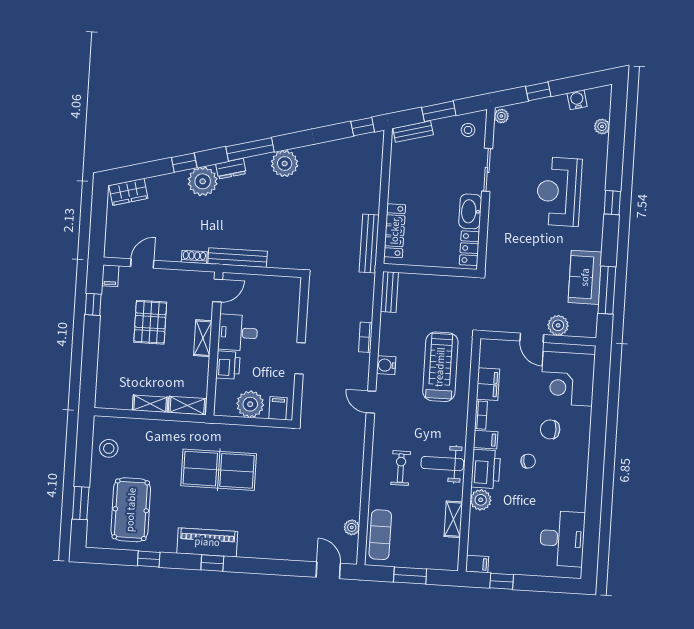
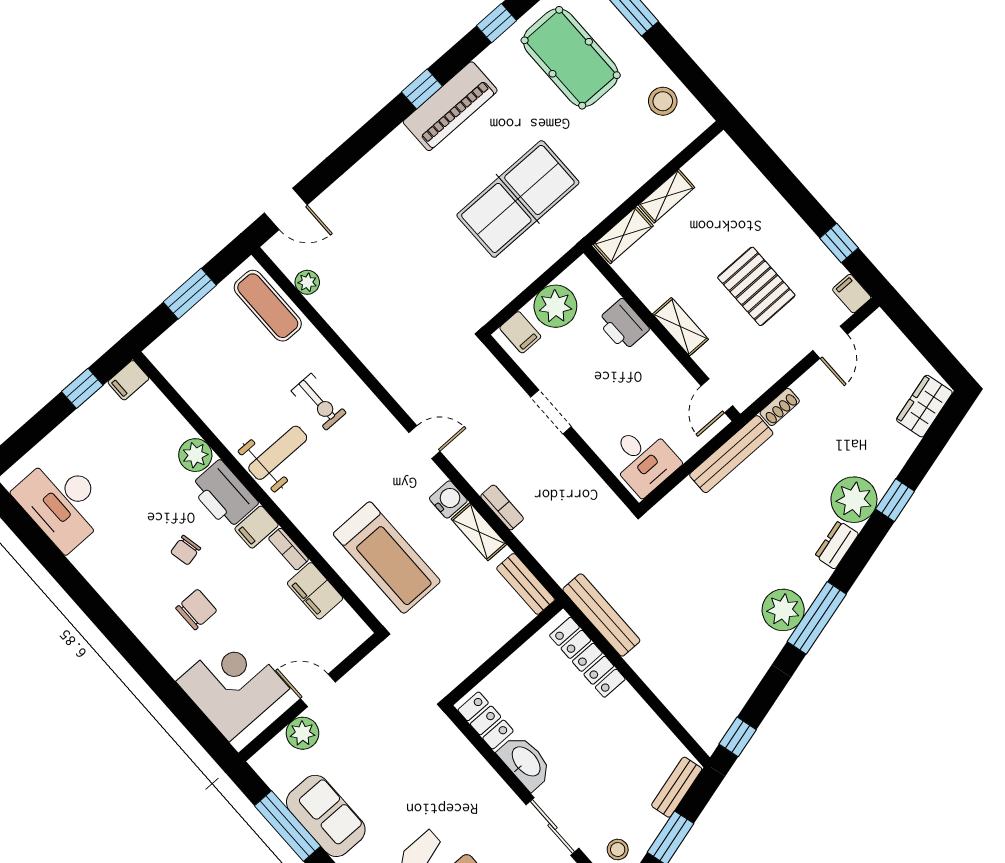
window: (250, 149) -> (817, 618), moved
desk: (238, 333) -> (643, 460), moved, turned 90
shelving: (453, 519) -> (479, 532), moved

